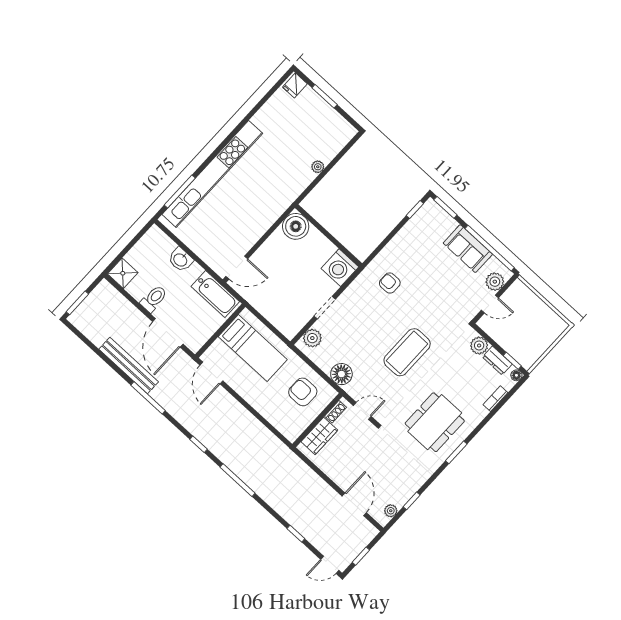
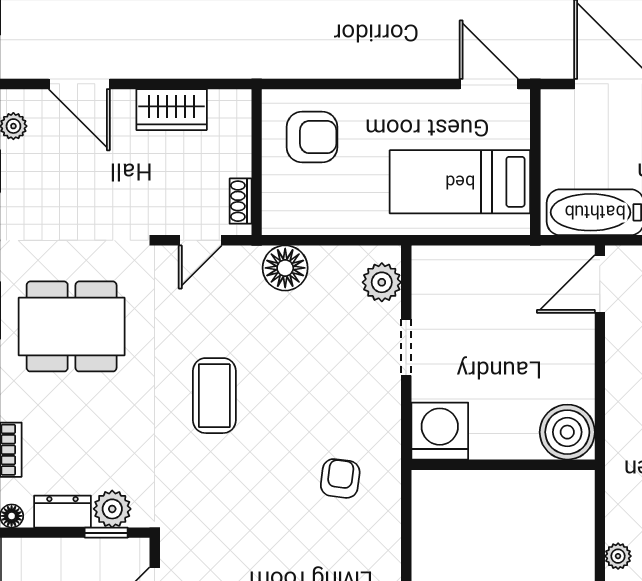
armchair: (390, 283) -> (340, 478), turned -83
coffee table: (407, 352) -> (214, 396), width x0.73, depth x0.76
window: (512, 361) -> (106, 533), moved
armchair: (303, 392) -> (312, 137), moved
dining table: (435, 422) -> (72, 326), turned 90
wardrobe: (319, 436) -> (172, 110), moved, turned -90

